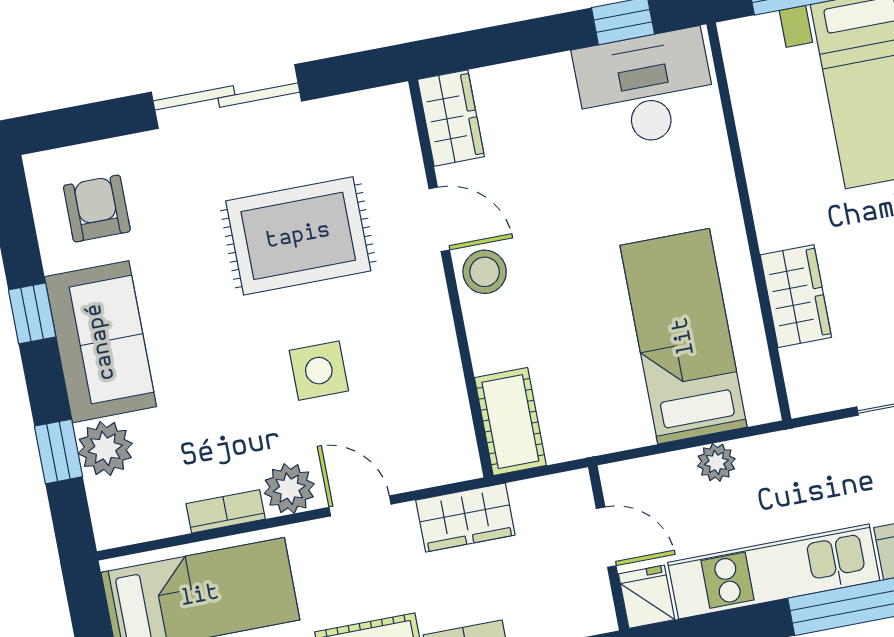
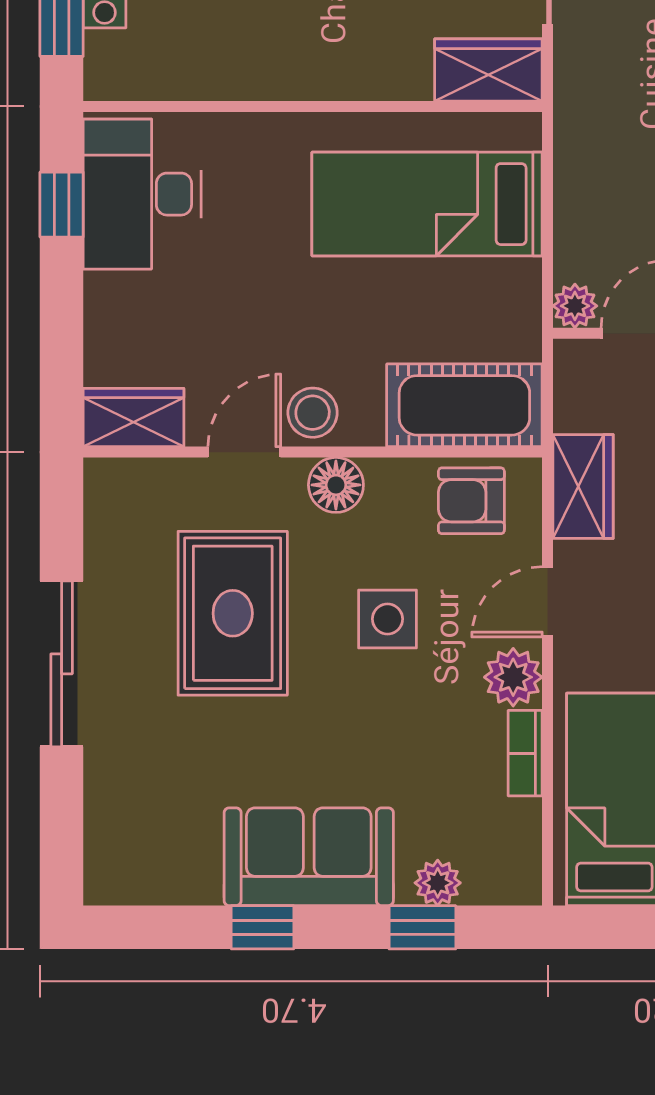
armchair: (97, 209) -> (471, 501), moved
wardrobe: (796, 296) -> (488, 70), moved
floor lamp: (426, 304) -> (336, 485), added
cot: (510, 422) -> (464, 405), width x1.37, depth x1.34
plant: (105, 448) -> (438, 883), width x0.73, depth x0.73
plant: (716, 462) -> (575, 306), moved

